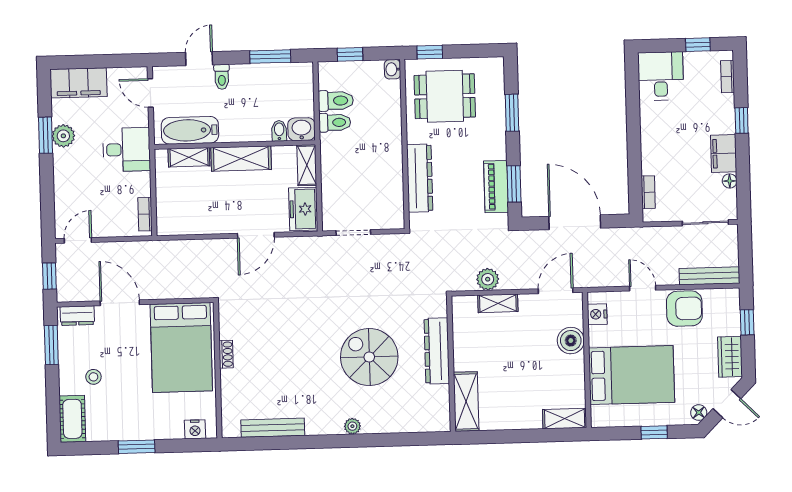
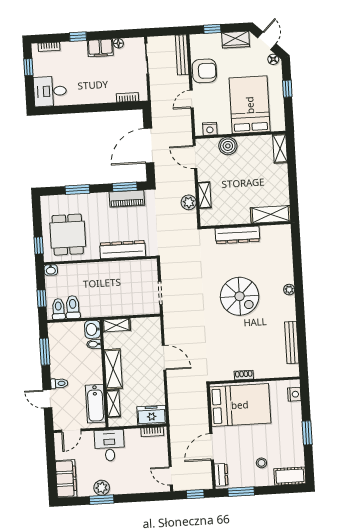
toilet: (335, 122) -> (58, 309), moved
freezer: (303, 209) -> (152, 415), moved, turned 180
armchair: (684, 309) -> (204, 71), turned 90
spiral stairs: (369, 357) -> (240, 296), moved, turned -90

